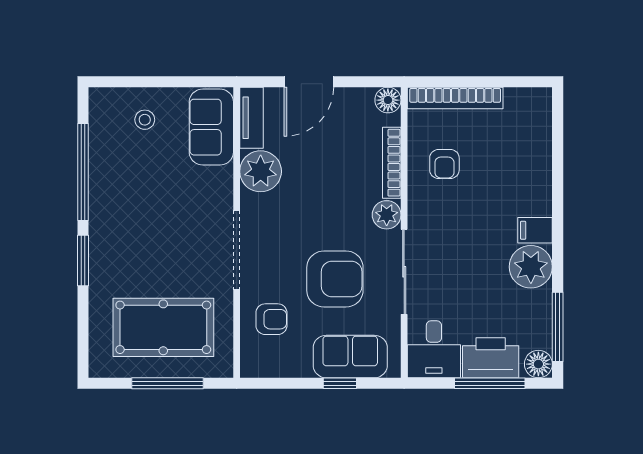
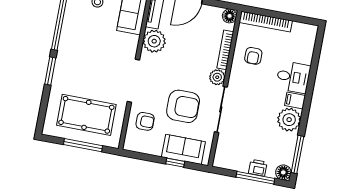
desk: (434, 349) -> (293, 77), moved, turned -90
printer: (491, 358) -> (258, 168), width x0.53, depth x0.68

